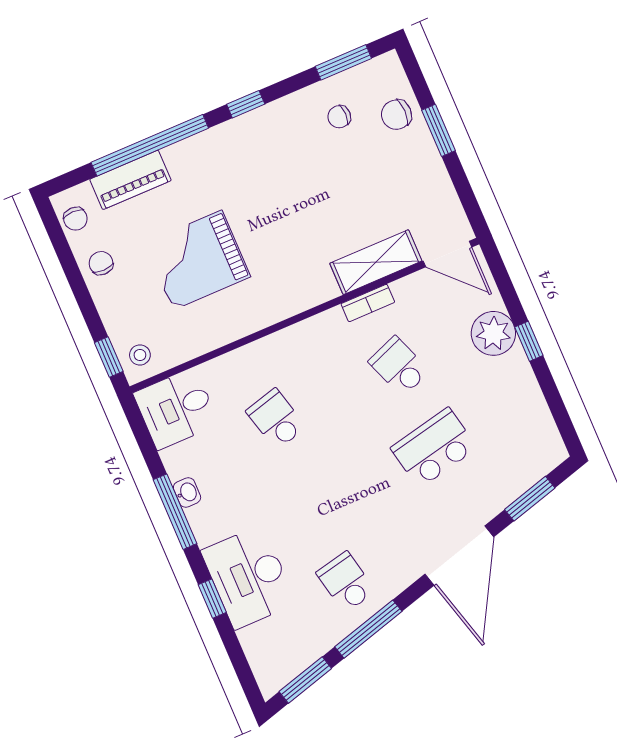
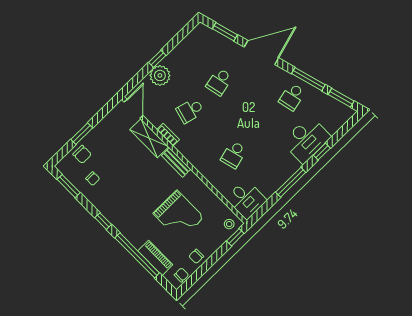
bench: (306, 297) -> (176, 162), added
school desk: (399, 366) -> (190, 111), turned 36
school desk: (434, 448) -> (219, 82), width x0.54
washbasin: (187, 492) -> (280, 180), removed

